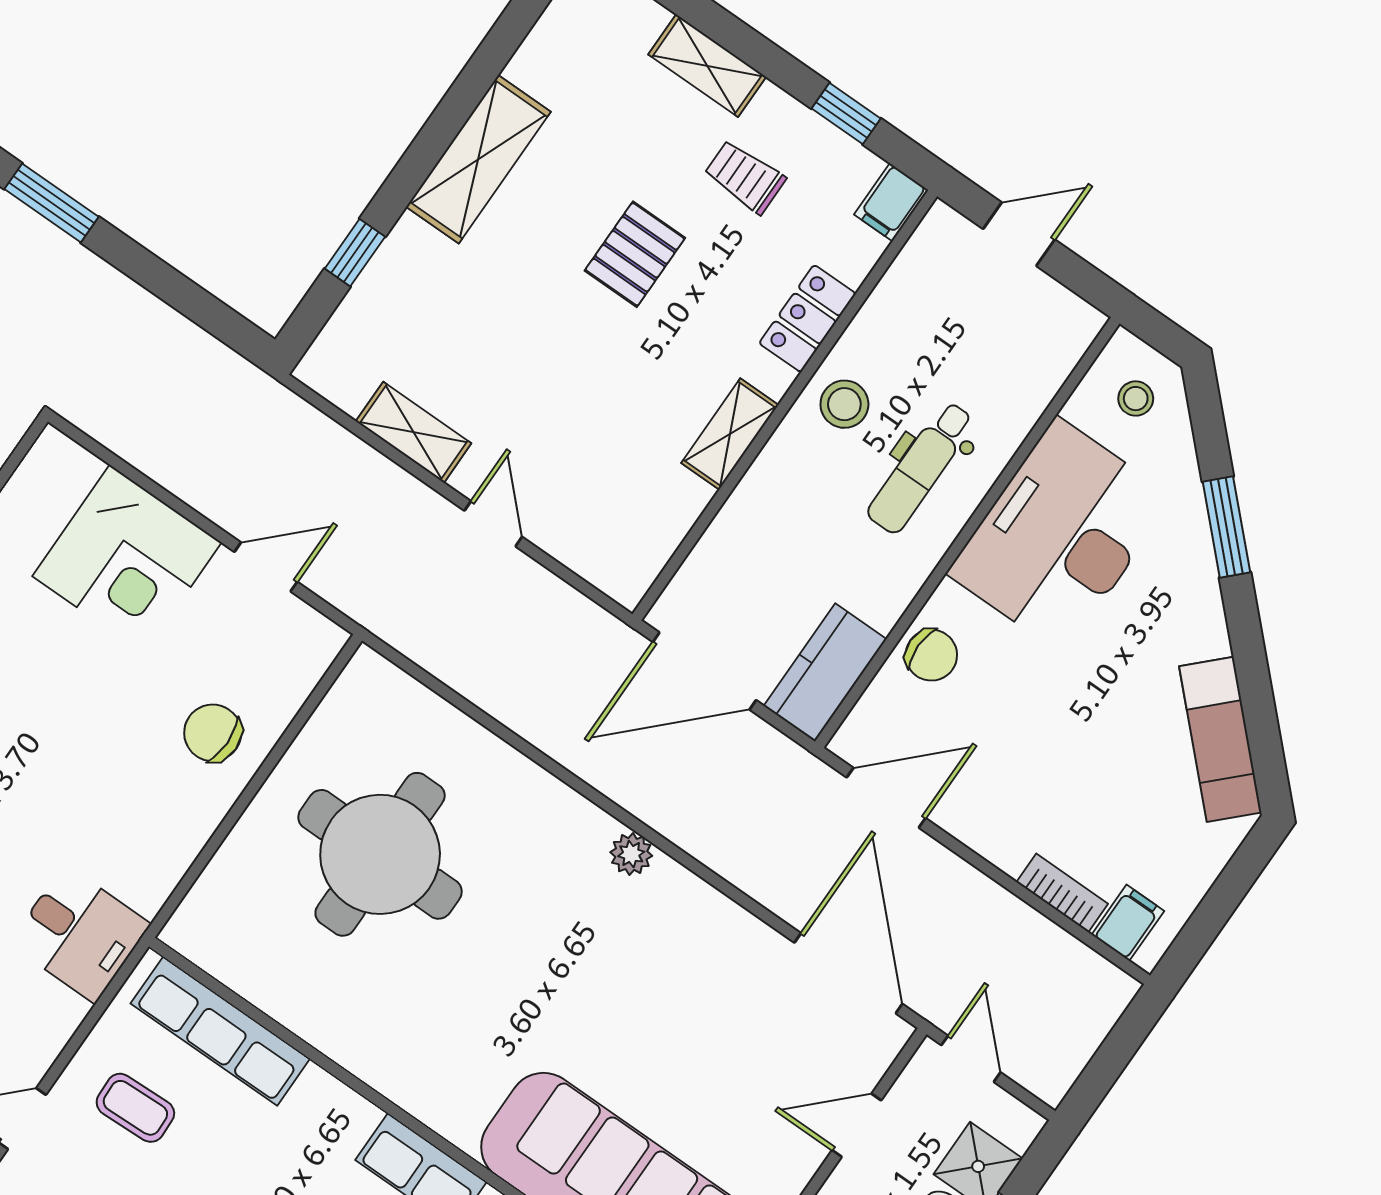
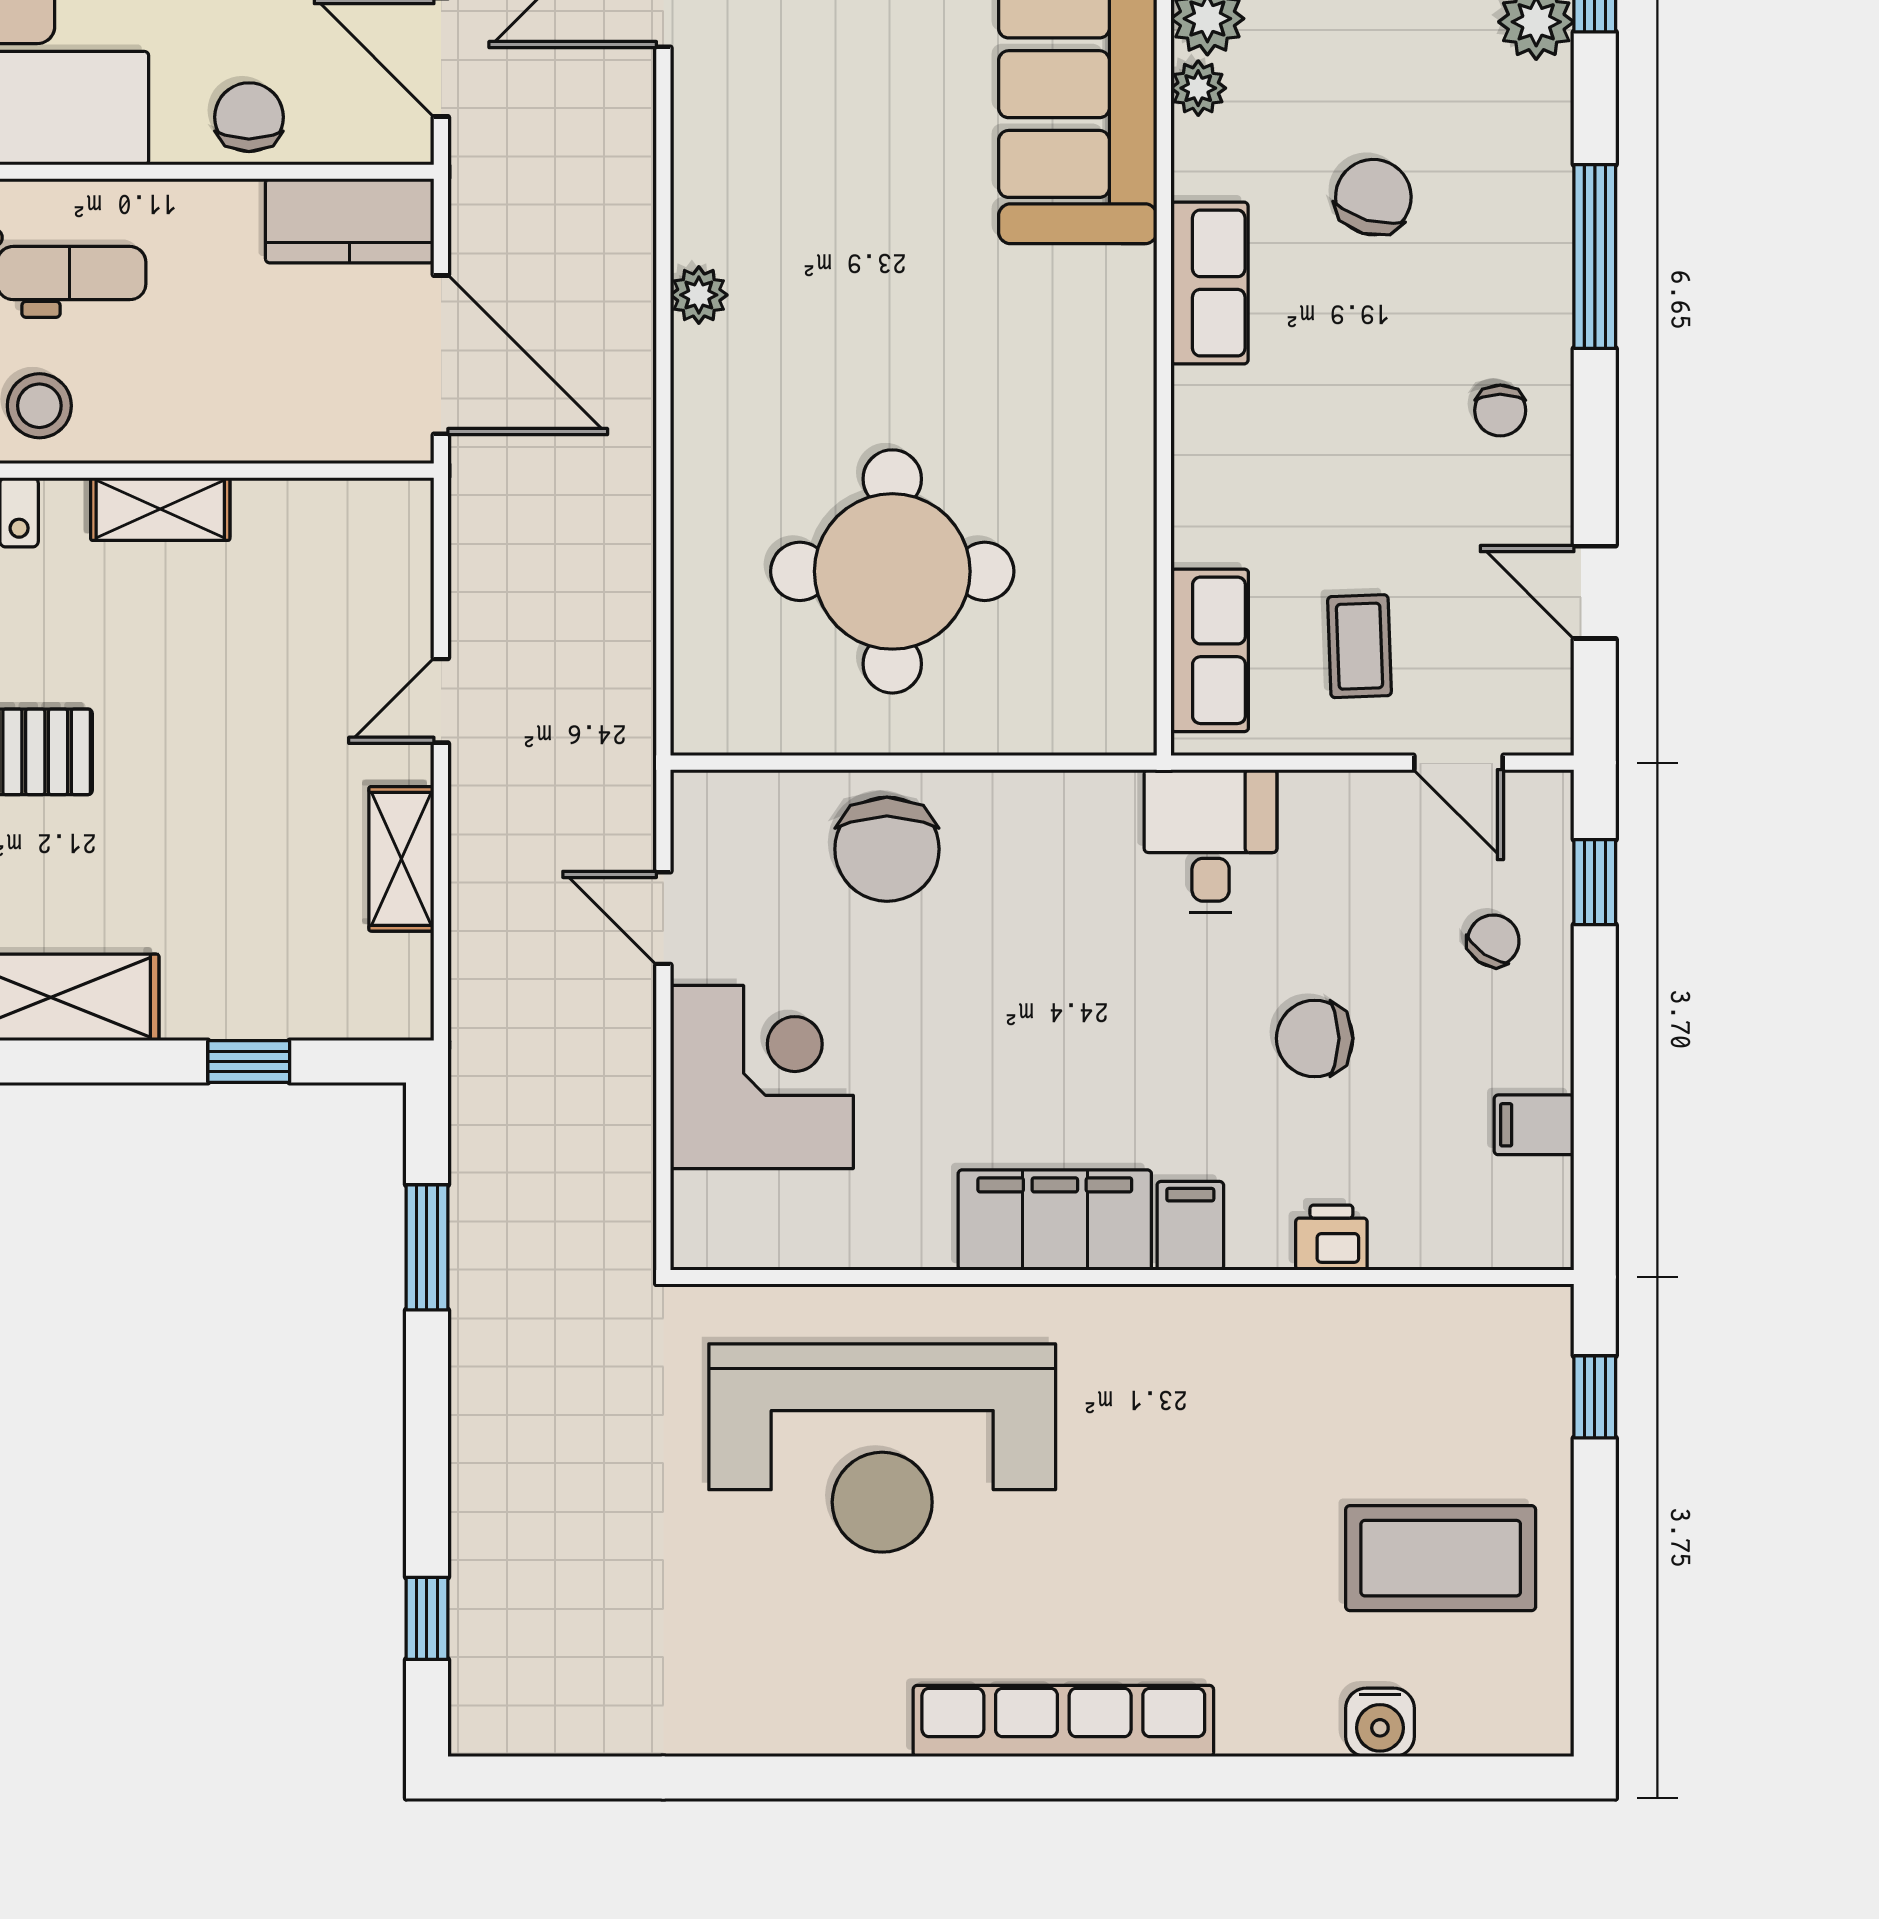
window: (52, 203) -> (427, 1247), moved
chair: (213, 733) -> (887, 849), width x1.37, depth x1.37
row of seats: (220, 1031) -> (1210, 650), width x0.68

